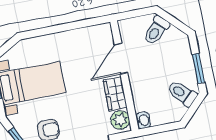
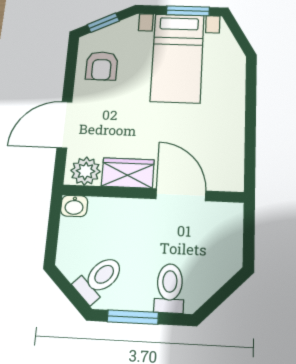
toilet: (156, 31) -> (170, 288), moved, turned 45

